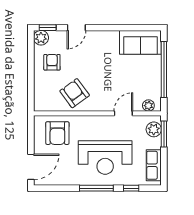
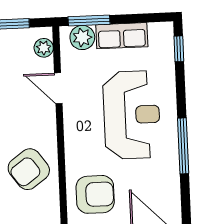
row of seats: (154, 165) -> (122, 36), moved
window: (96, 188) -> (183, 146), moved
window: (131, 188) -> (179, 49), moved

